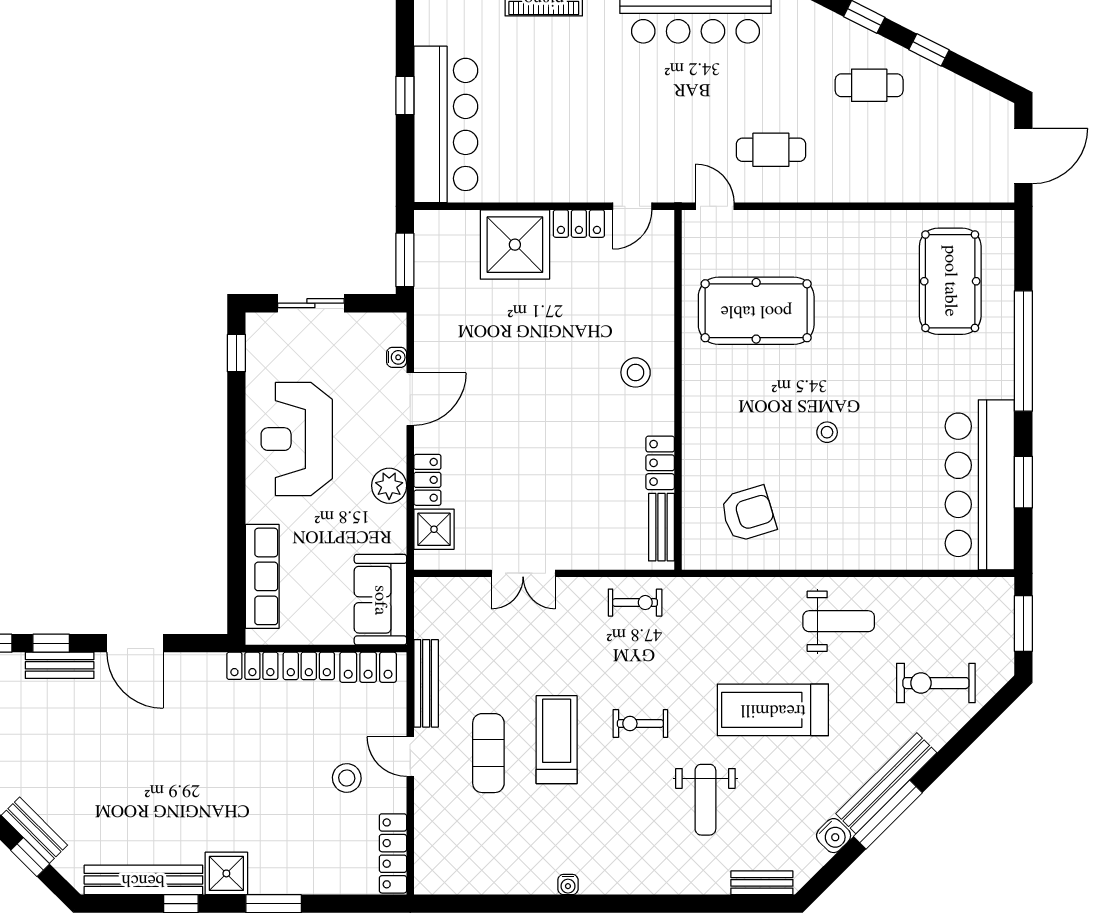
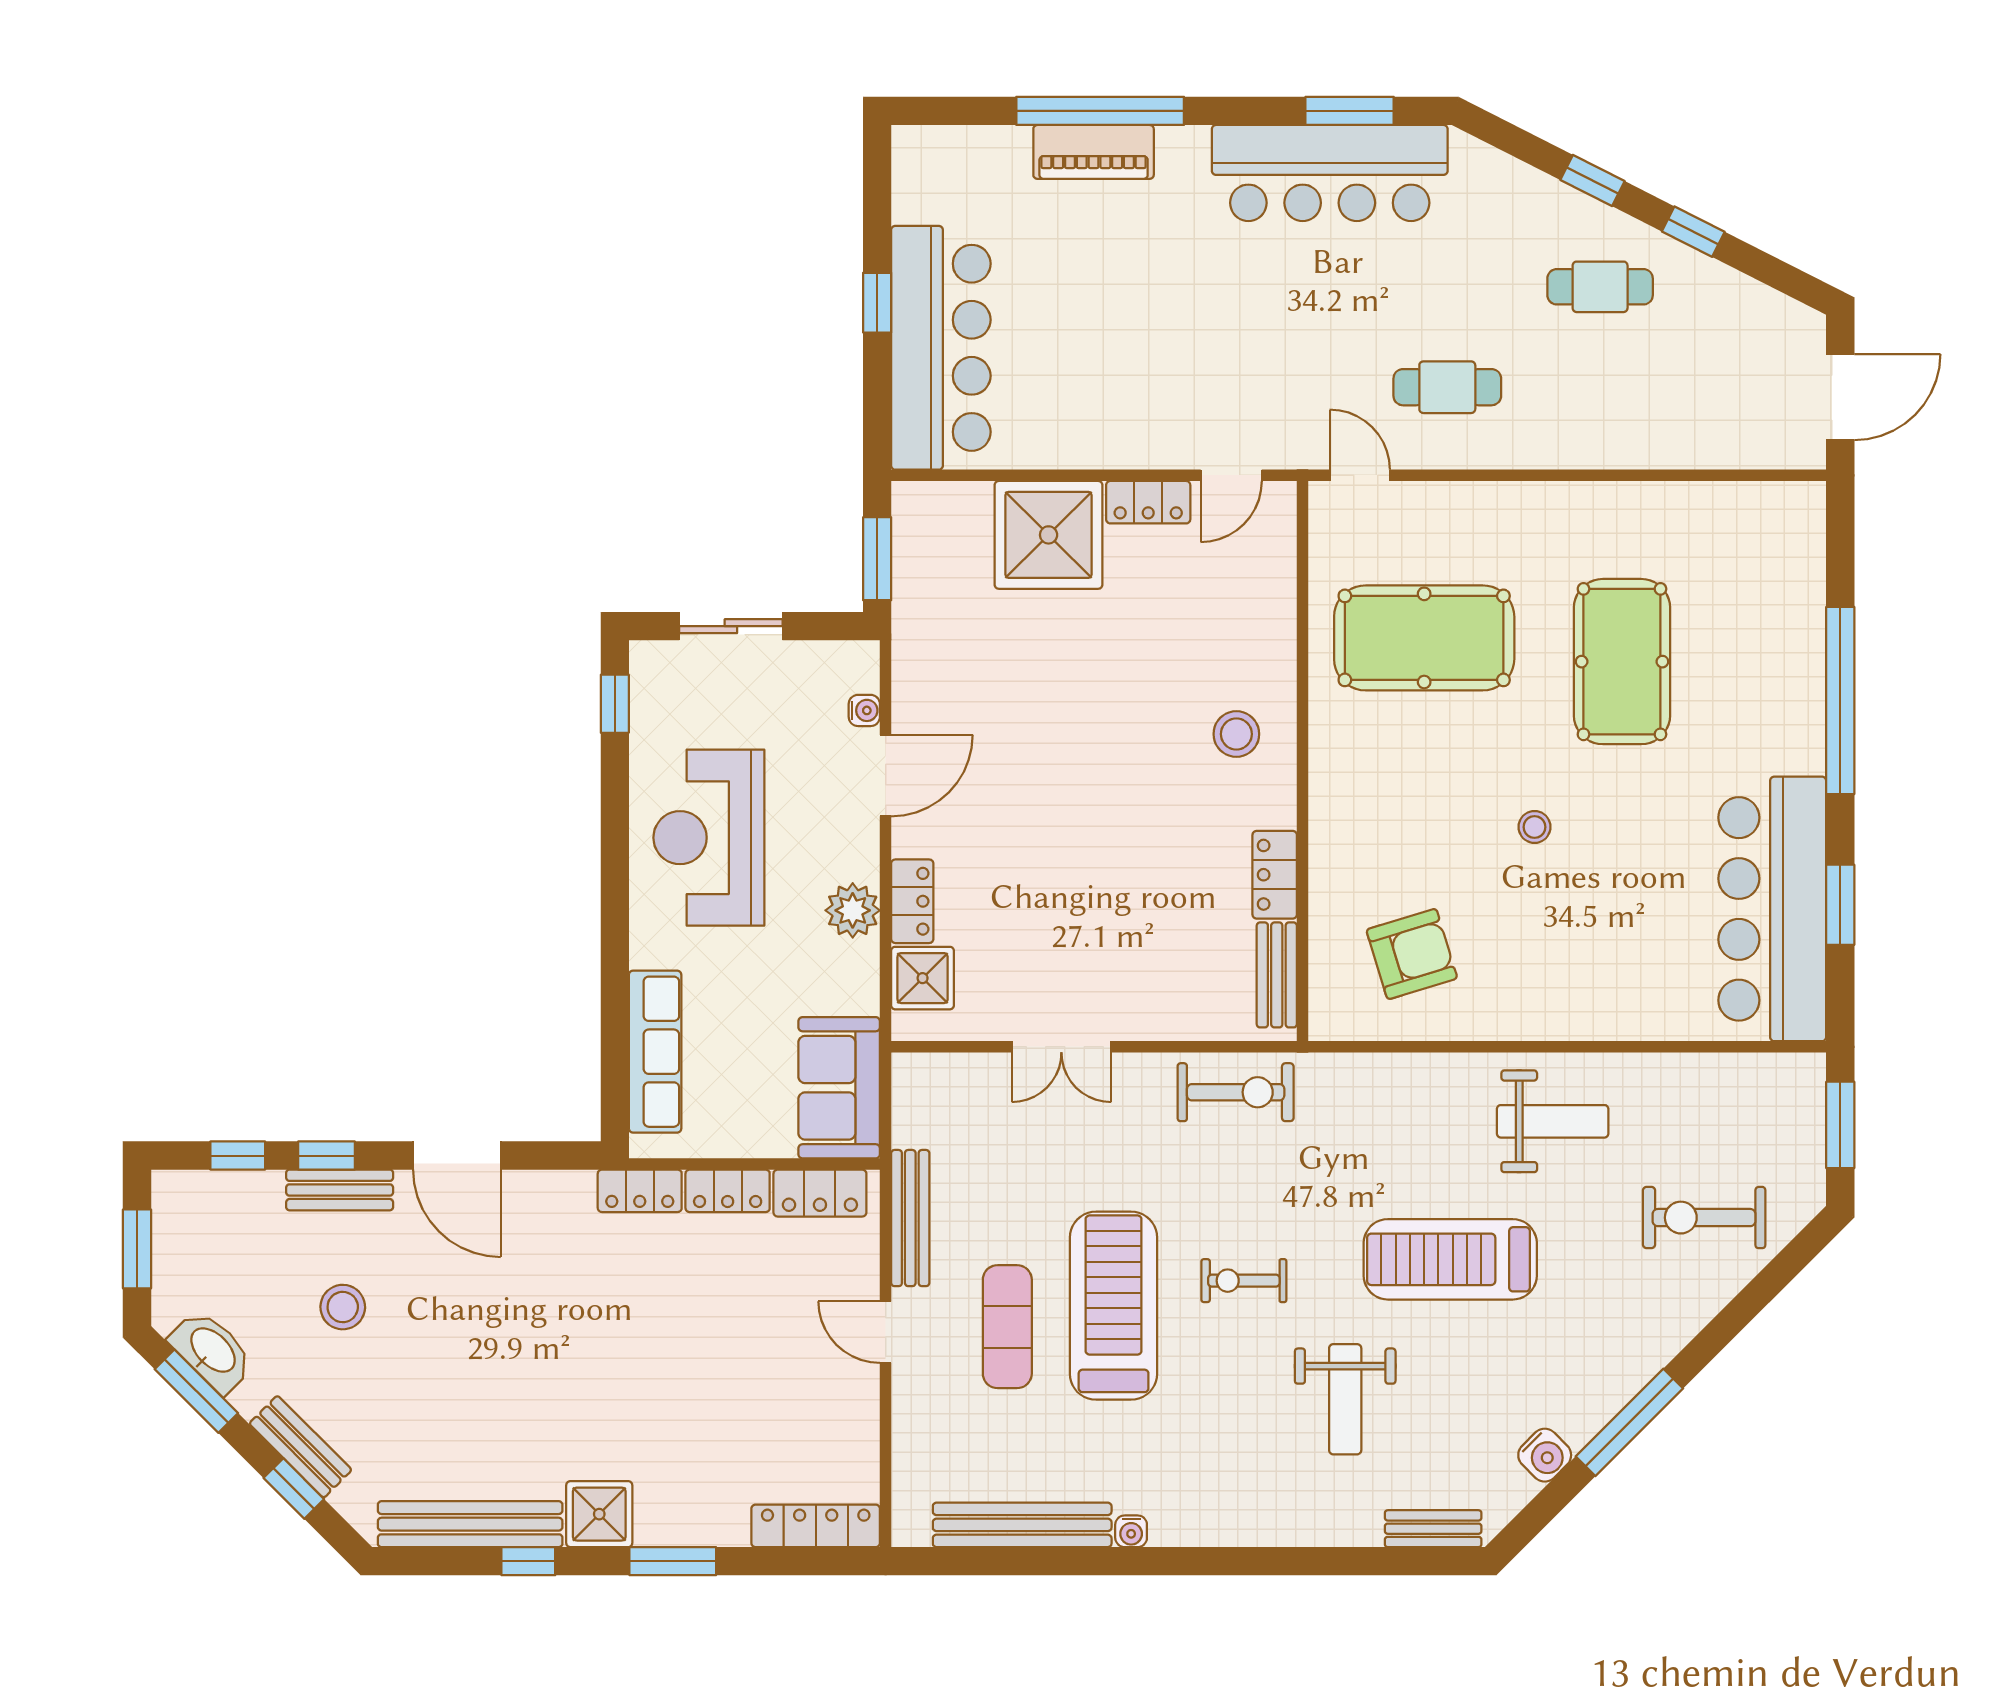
pool table: (950, 281) -> (1622, 662), moved
exercise bike: (635, 603) -> (1236, 1092), width x1.38, depth x1.39
treadmill: (557, 740) -> (1114, 1306), width x1.37, depth x1.38
stool: (347, 778) -> (343, 1307), moved
bench: (886, 783) -> (1022, 1525), moved, turned 45
locker: (393, 853) -> (816, 1526), moved, turned 90

